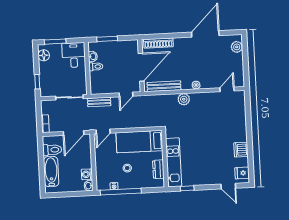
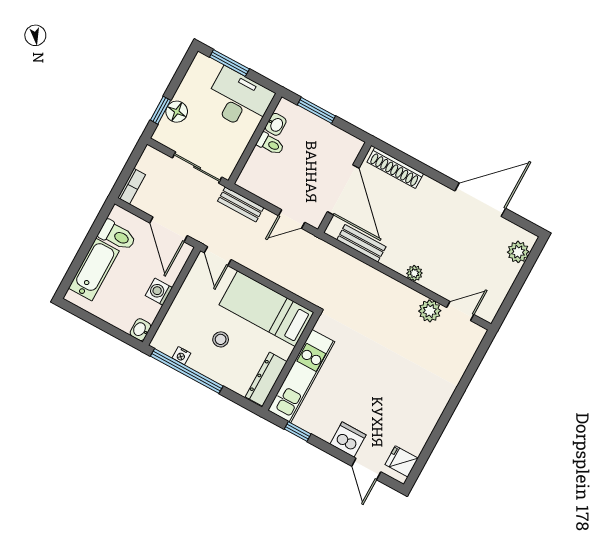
floor lamp: (44, 55) -> (177, 112), moved
desk: (74, 55) -> (239, 99), width x1.37
door: (141, 67) -> (343, 190), hinge flipped
bench: (164, 86) -> (361, 243), width x0.73
plant: (184, 99) -> (430, 311), moved
door: (103, 131) -> (218, 256), hinge flipped
door: (74, 133) -> (168, 229), hinge flipped
dishwasher: (241, 150) -> (348, 440), moved, turned 90
dresser: (158, 169) -> (266, 379), width x1.44
washing machine: (87, 174) -> (159, 292), moved

